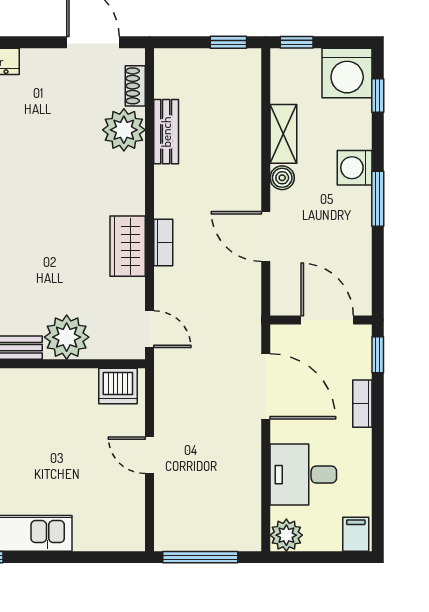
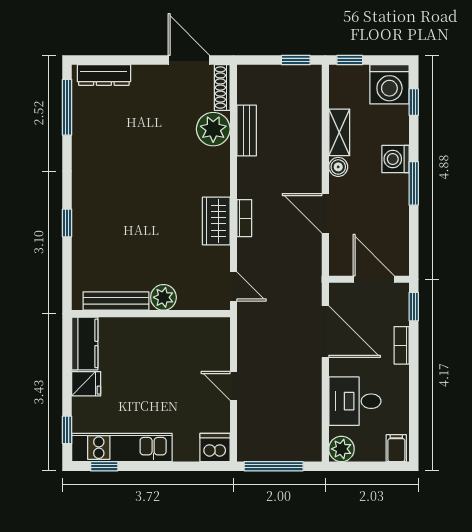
shoe rack: (135, 86) -> (222, 88), width x1.43
plant: (67, 337) -> (163, 297), width x0.73, depth x0.73
dishwasher: (118, 386) -> (215, 448), moved, turned 180

